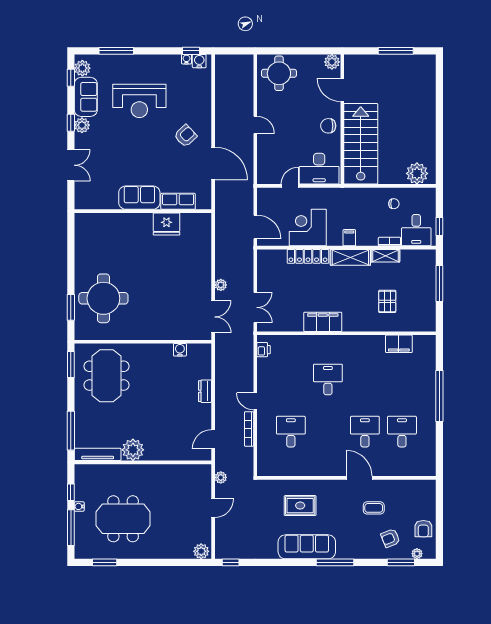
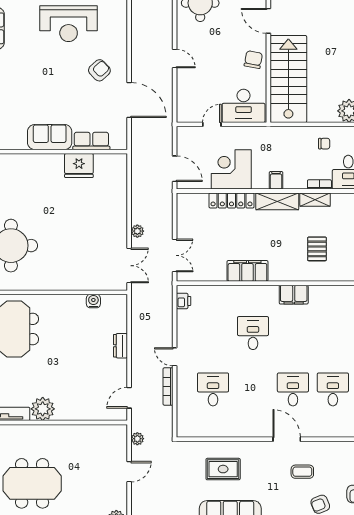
reception desk: (139, 101) -> (69, 24), moved
chair: (328, 126) -> (253, 60), turned 101
filing cabinet: (399, 344) -> (294, 295), moved

